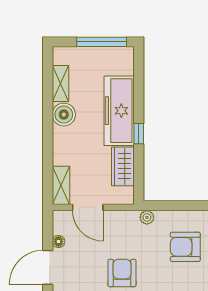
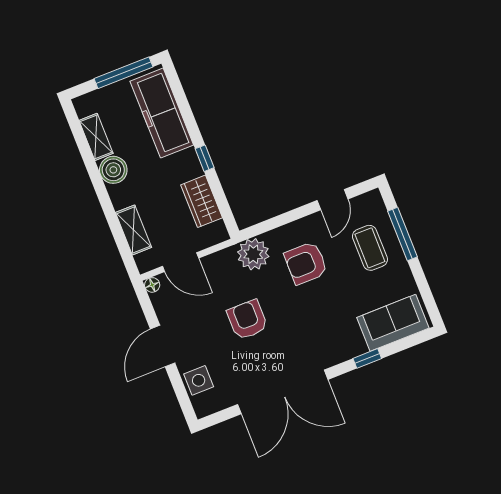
freezer: (119, 111) -> (162, 113), moved
shelving: (61, 185) -> (133, 230), moved
plant: (147, 217) -> (253, 254), width x1.87, depth x1.87
floor lamp: (59, 241) -> (152, 285), moved

